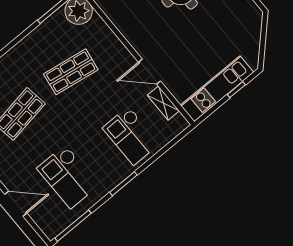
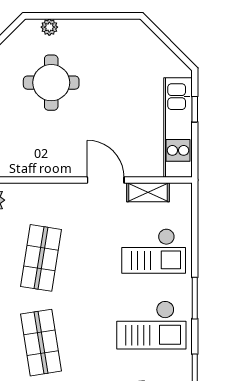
door: (150, 72) -> (106, 180), swing flipped
checkout: (68, 177) -> (151, 325), moved

